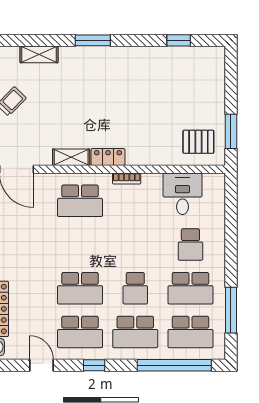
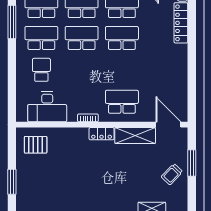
window: (231, 131) -> (12, 182), moved
shelving: (71, 157) -> (135, 136), width x1.50, depth x1.33
desk: (183, 194) -> (47, 107), width x1.37
school desk: (135, 288) -> (82, 38), width x1.85

